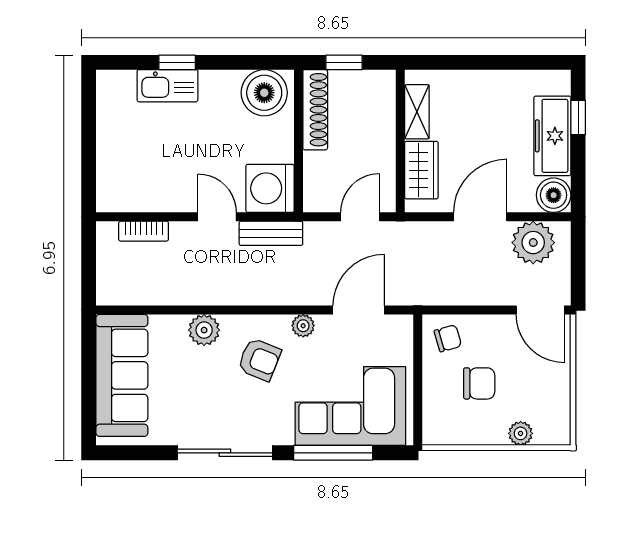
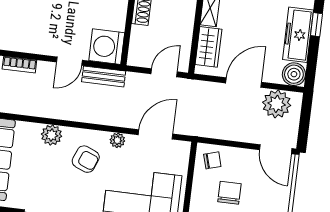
door: (217, 217) -> (69, 61), swing flipped
chair: (479, 383) -> (229, 193), turned -90

